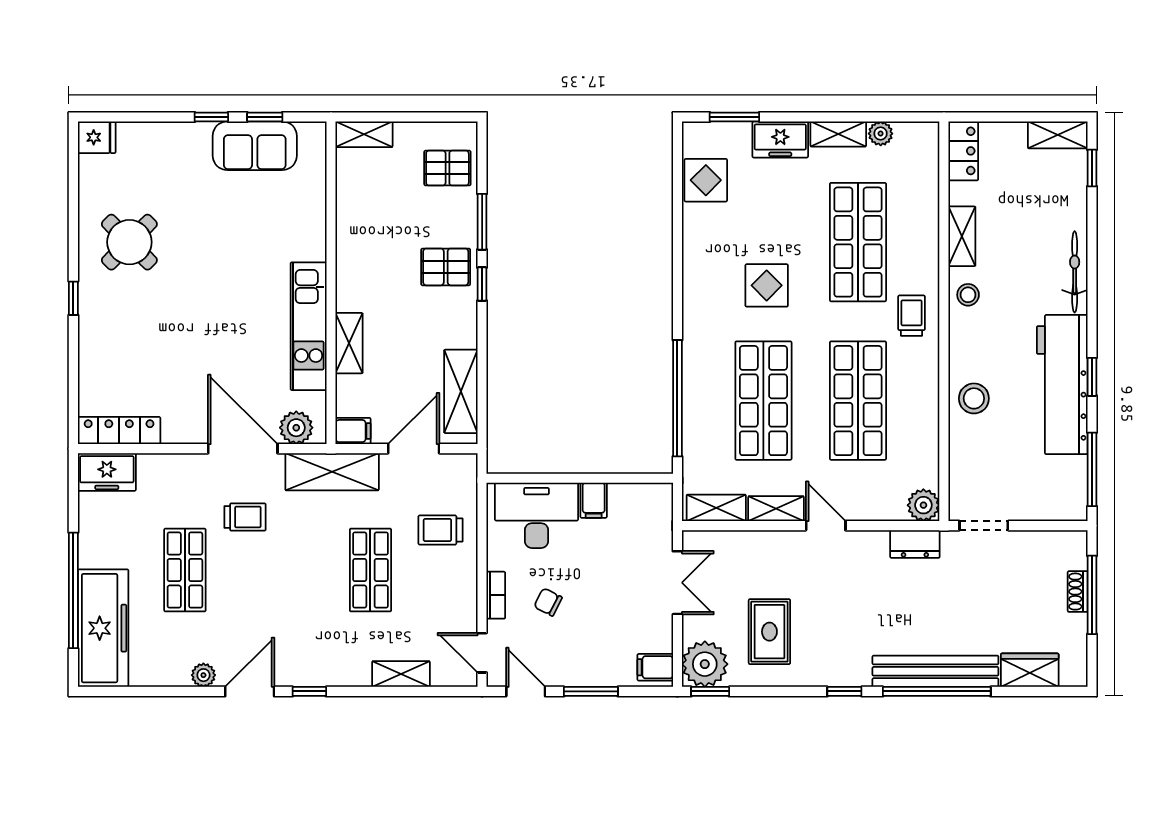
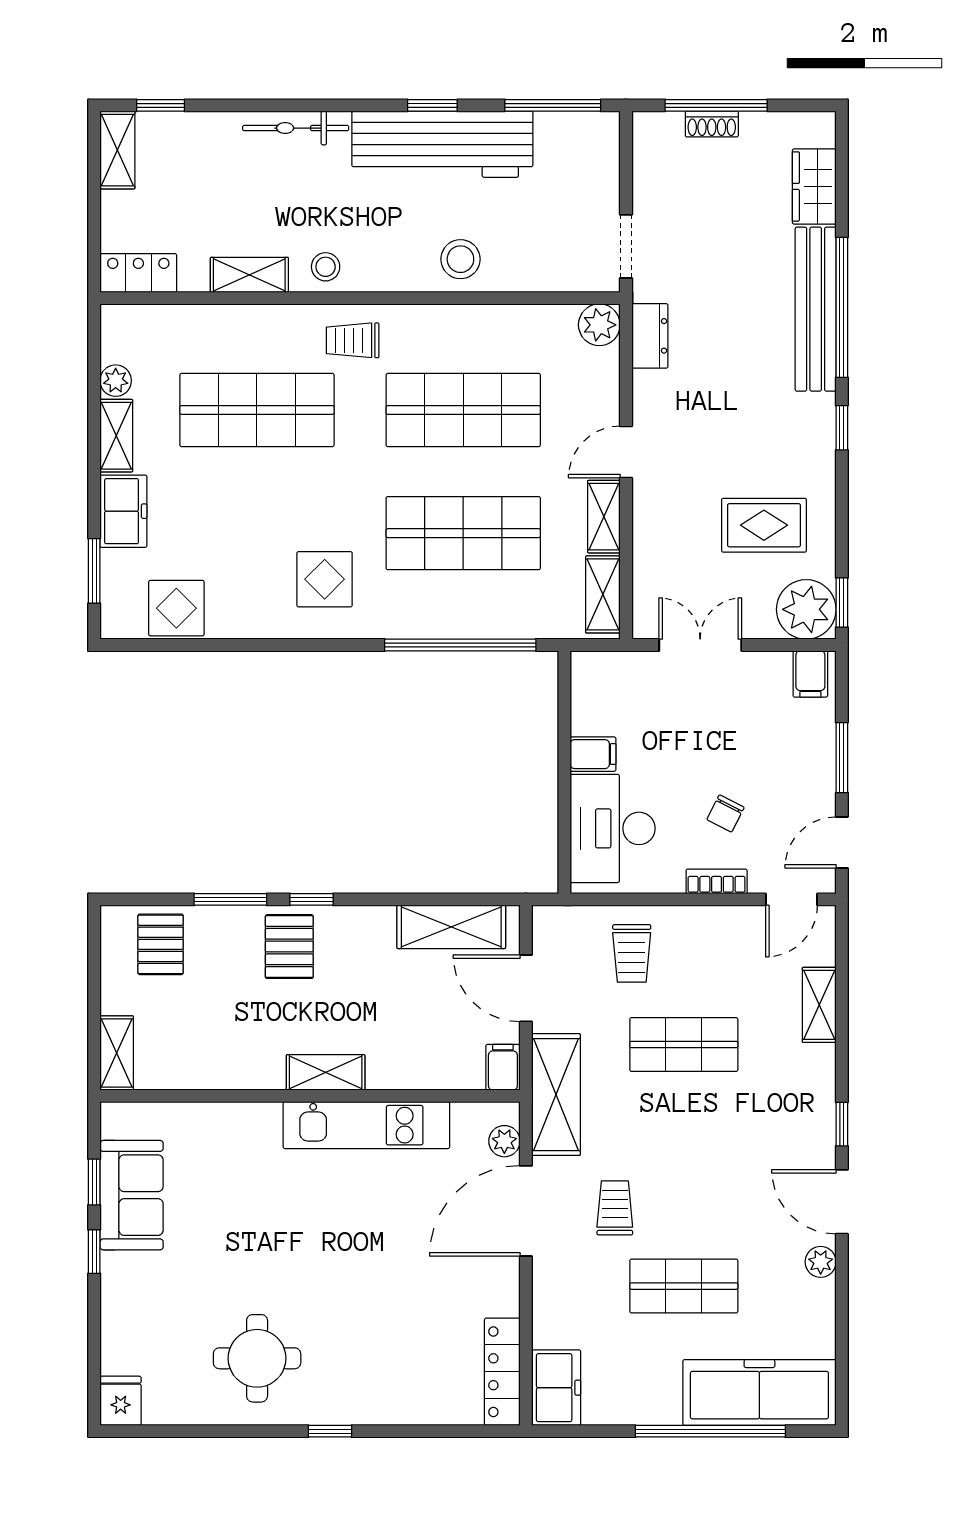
round table: (129, 242) -> (257, 1358), turned 45
display table: (767, 285) -> (325, 579), moved
shelving: (349, 343) -> (326, 1072), moved
plant: (296, 428) -> (504, 1141), width x0.73, depth x0.73

